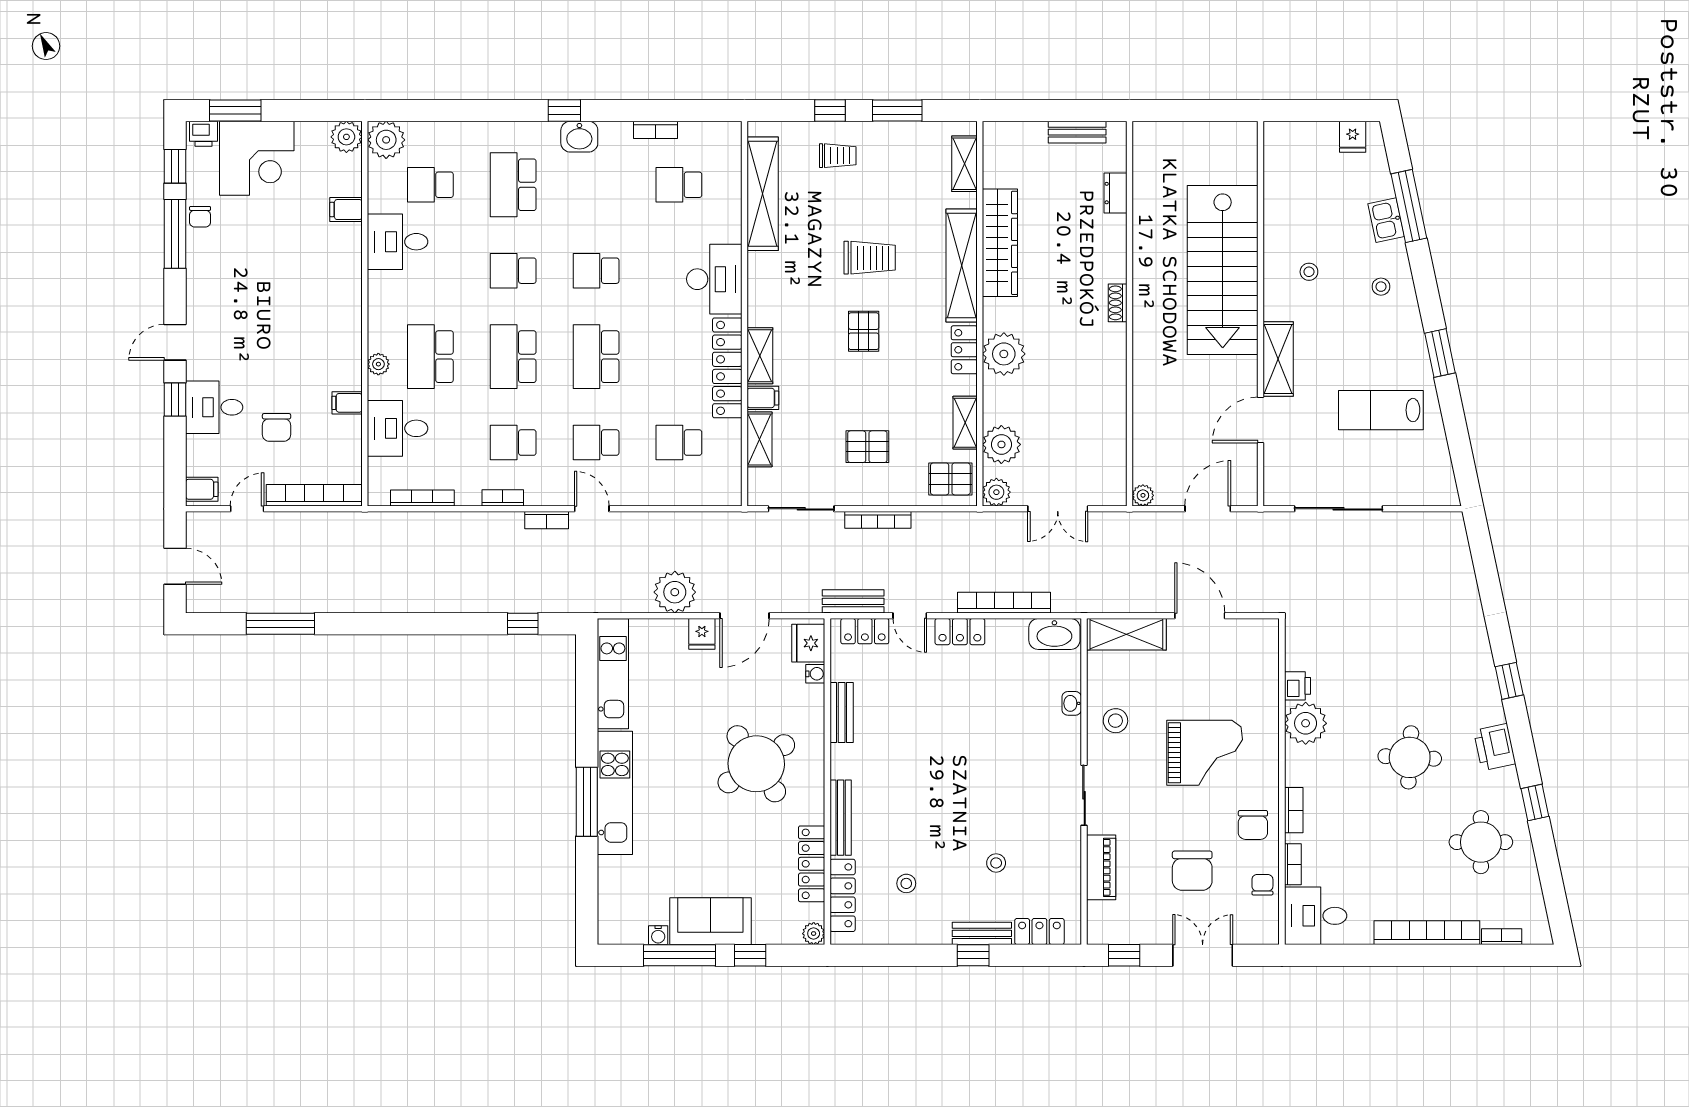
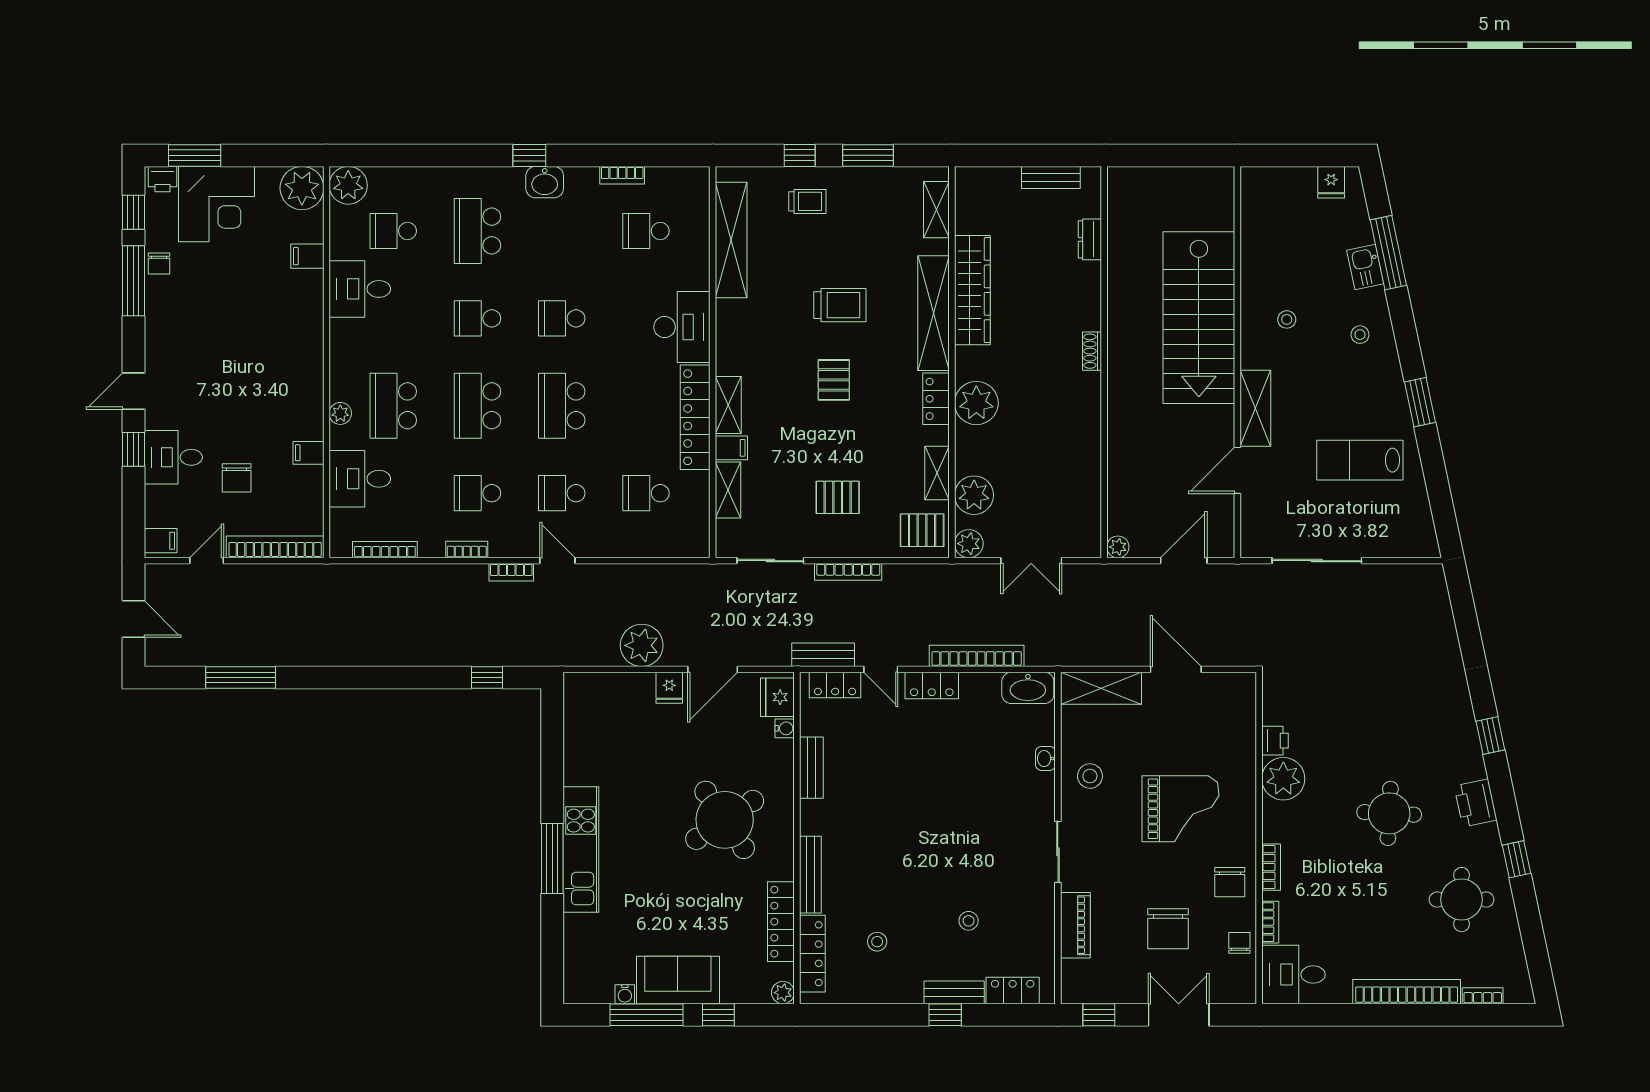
plant: (346, 137) -> (302, 188), width x1.36, depth x1.36
kitchen unit: (613, 674) -> (579, 728), removed

